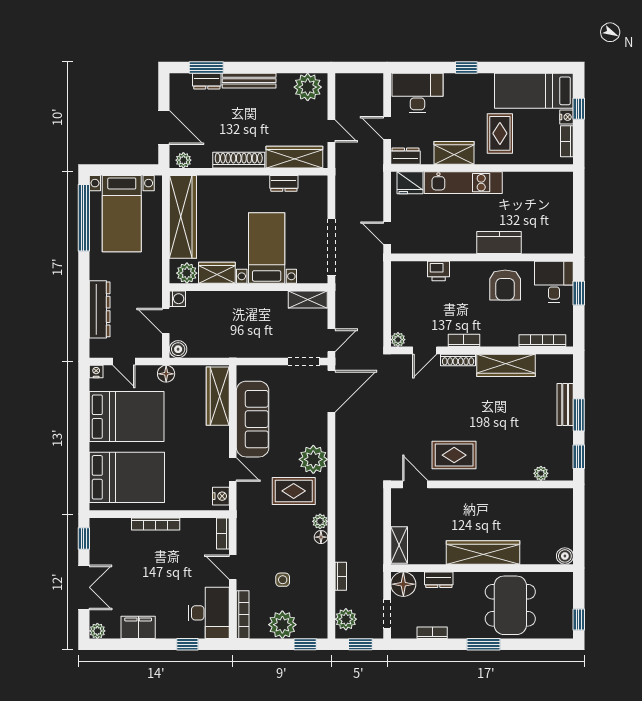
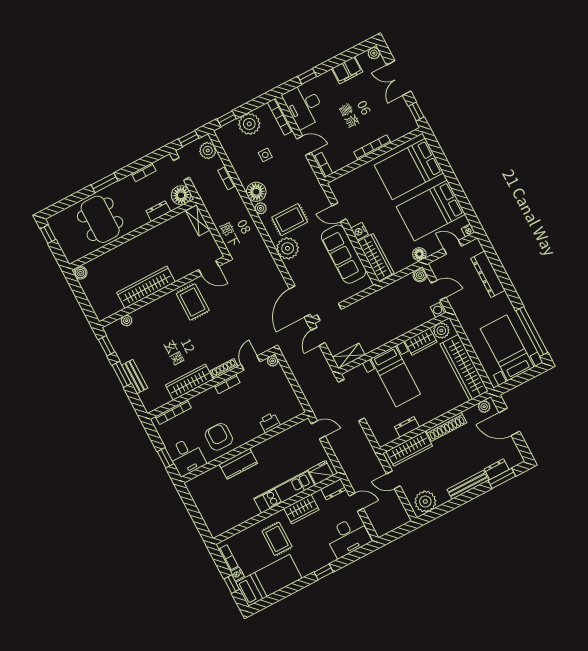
rug: (454, 455) -> (193, 302), turned 90
nightstand: (221, 496) -> (359, 231), moved
floor lamp: (321, 537) -> (256, 192), width x1.89, depth x1.89
wardrobe: (483, 552) -> (146, 287), moved, turned 180

